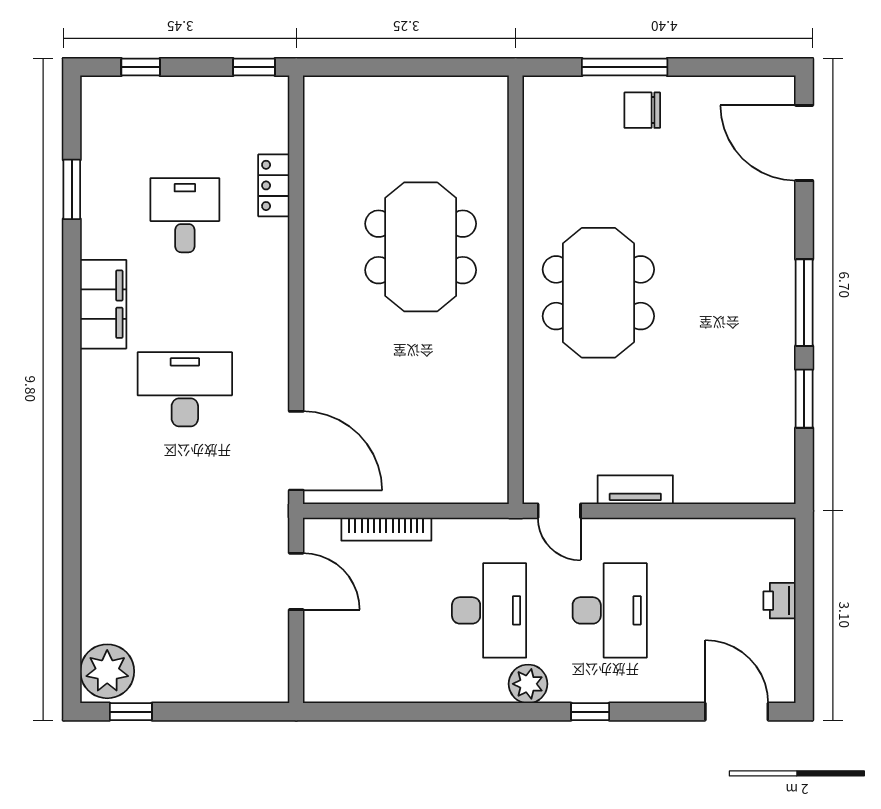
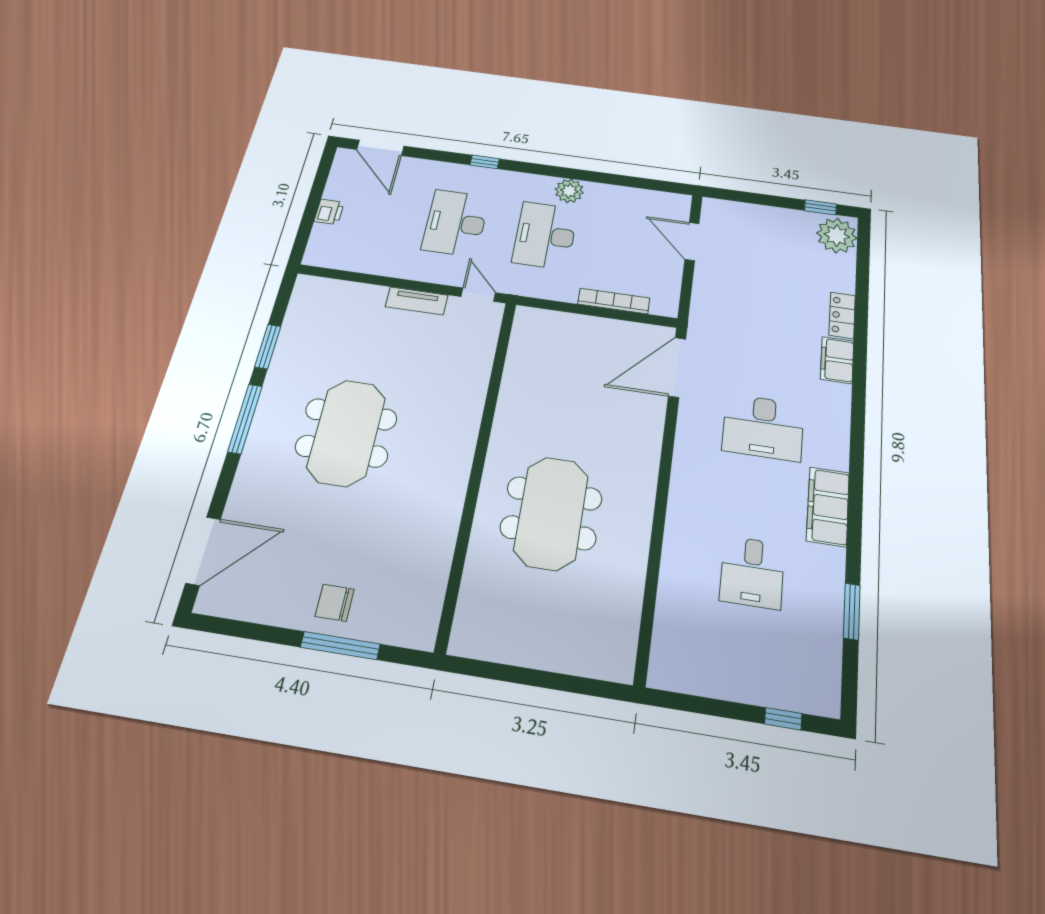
window: (254, 67) -> (677, 701), removed
chair: (642, 110) -> (335, 603), turned 180
door: (804, 143) -> (203, 551), hinge flipped
locker: (274, 185) -> (842, 315), moved, turned 180
meeting table: (598, 293) -> (346, 433), moved
door: (296, 451) -> (677, 367), hinge flipped
filing cabinet: (100, 492) -> (837, 360), added
door: (296, 581) -> (692, 241), moved
plant: (528, 684) -> (569, 191), moved

